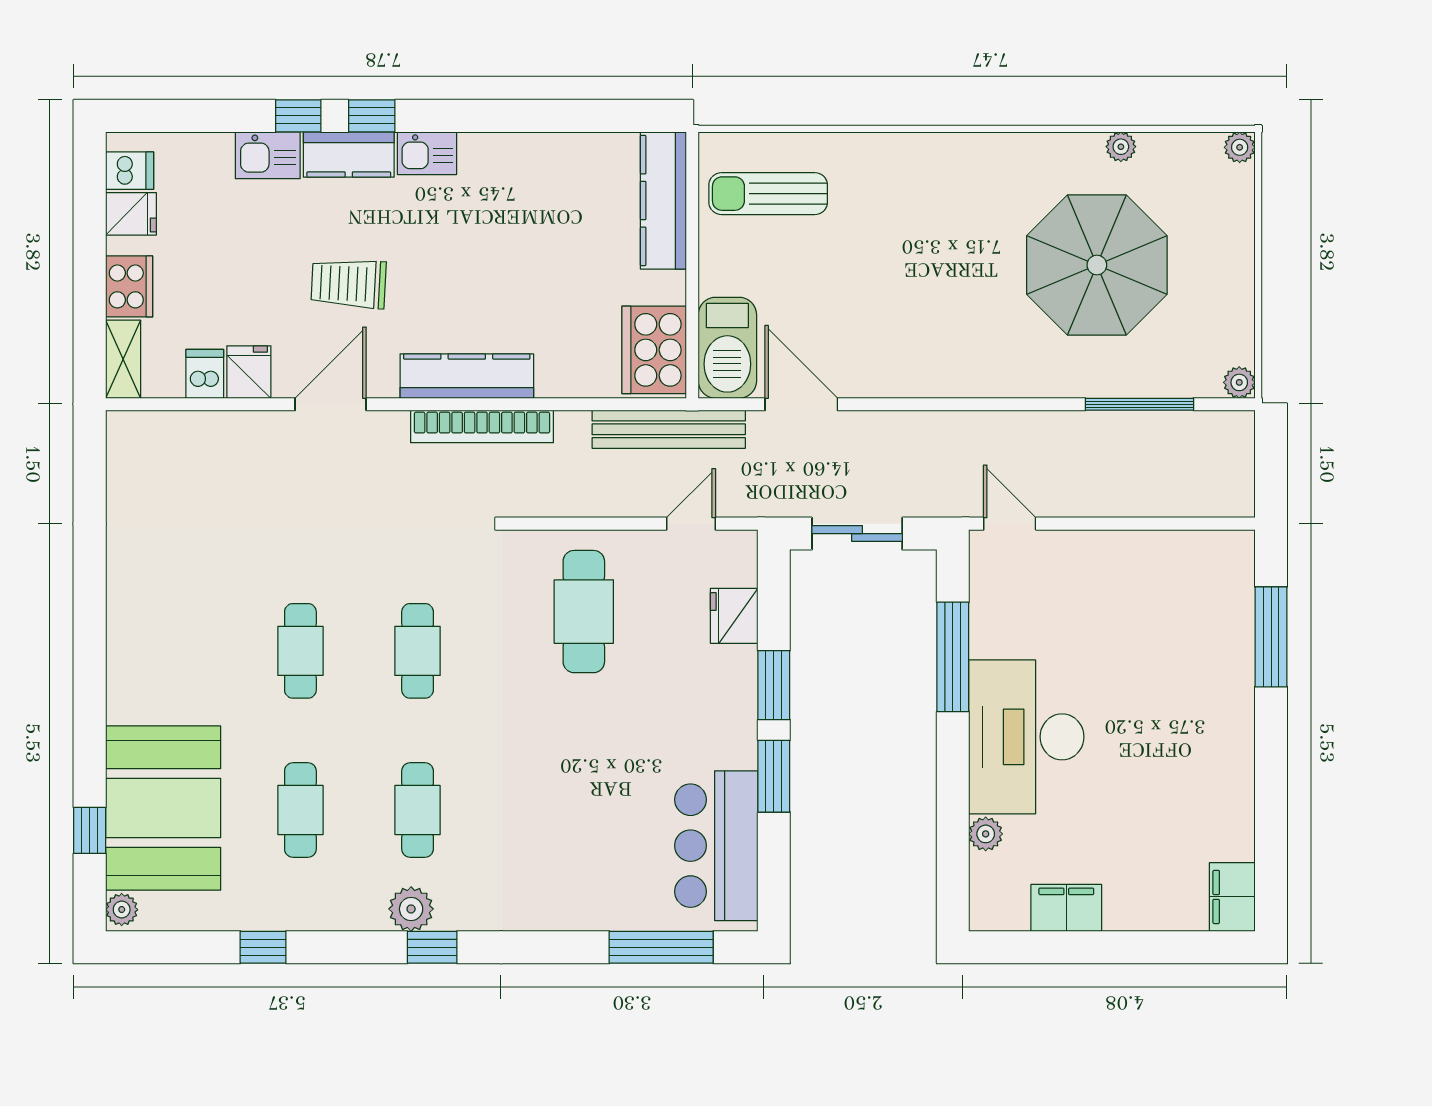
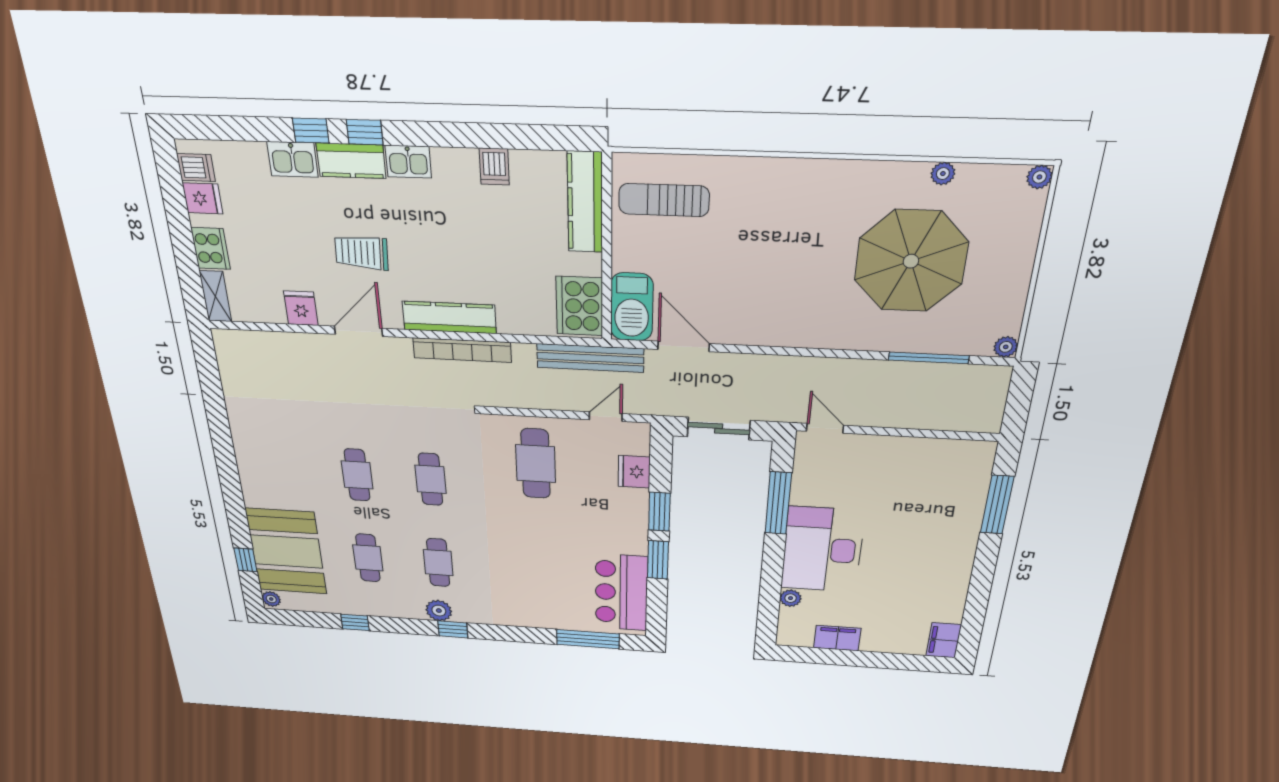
dishwasher: (205, 374) -> (494, 167), moved, turned 180

